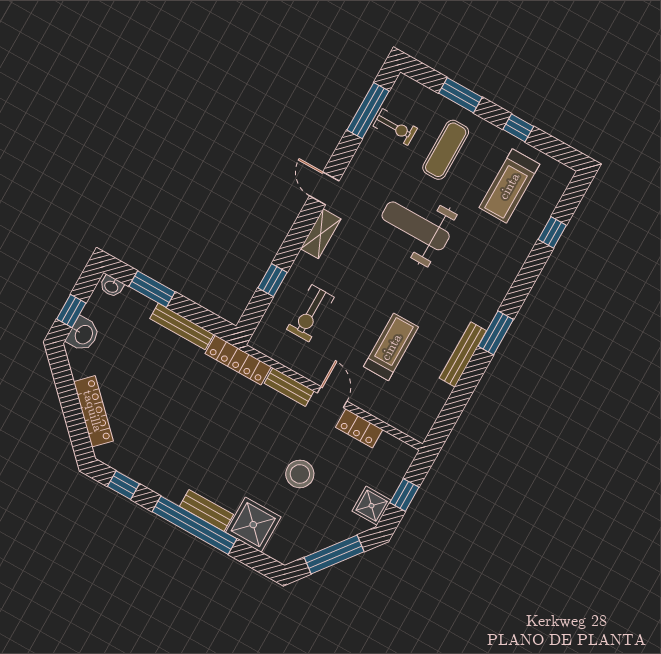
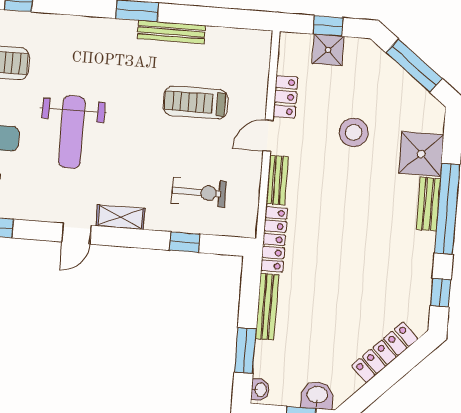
shower: (372, 506) -> (328, 50), moved

